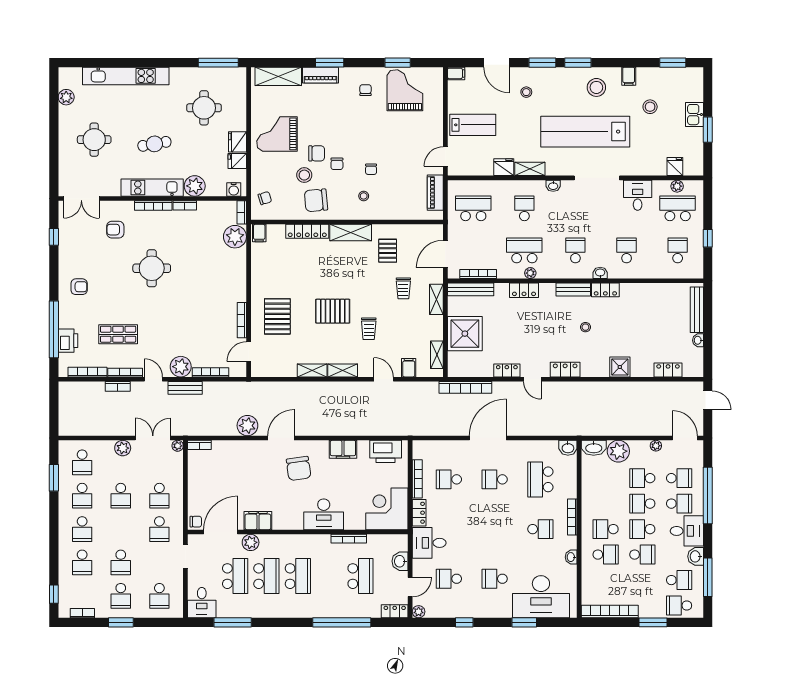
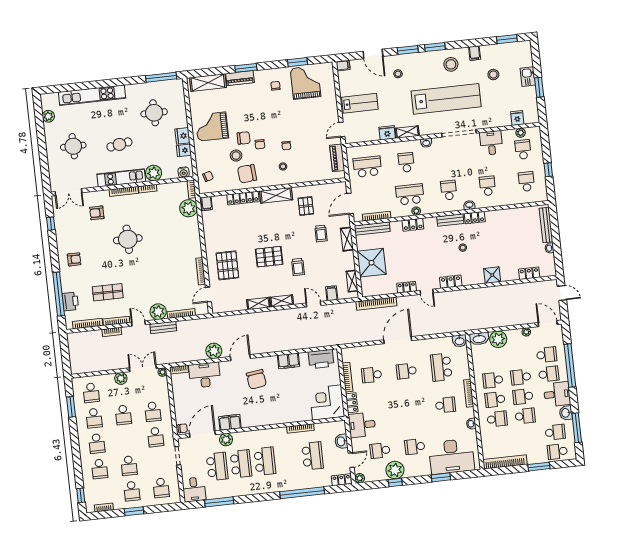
lab bench: (585, 132) -> (446, 99), turned 180
school desk: (678, 208) -> (523, 149), width x0.54
school desk: (642, 478) -> (493, 380), moved
desk: (324, 514) -> (205, 375), moved, turned 180
plant: (466, 606) -> (395, 470), added

